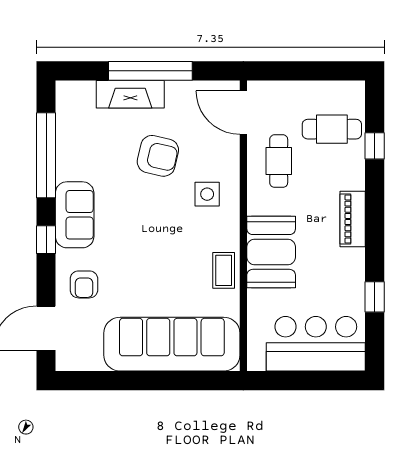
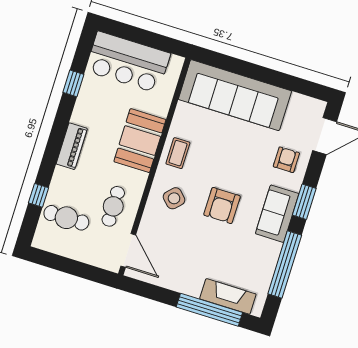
window: (150, 71) -> (209, 310), moved
fireplace: (130, 94) -> (228, 296), moved
armchair: (158, 156) -> (222, 206), moved, turned -103
side table: (207, 194) -> (174, 198), turned 45
window: (46, 240) -> (304, 202), width x1.50
coffee table: (224, 270) -> (178, 153), moved

